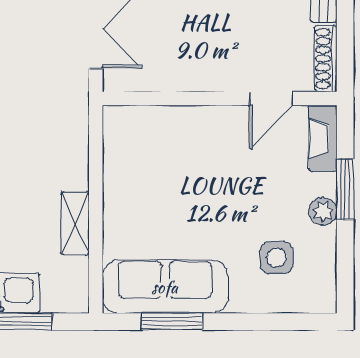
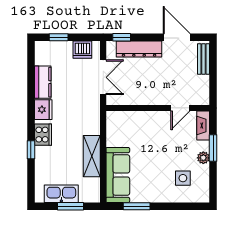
shoe rack: (326, 59) -> (204, 90), removed
shelving: (75, 224) -> (92, 156), width x1.50, depth x1.33
sofa: (165, 287) -> (118, 175), moved, turned 90

